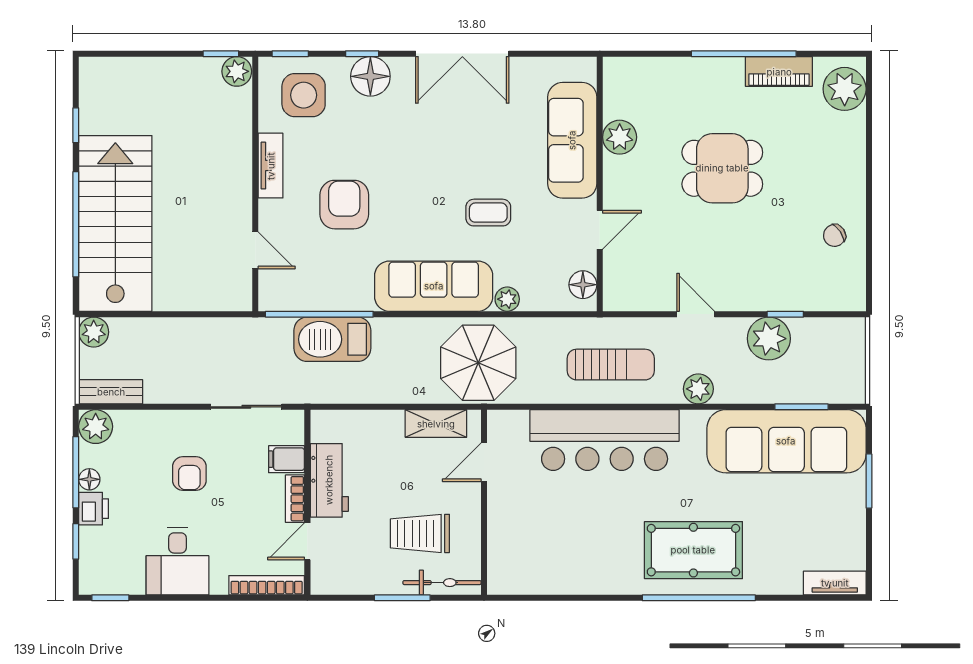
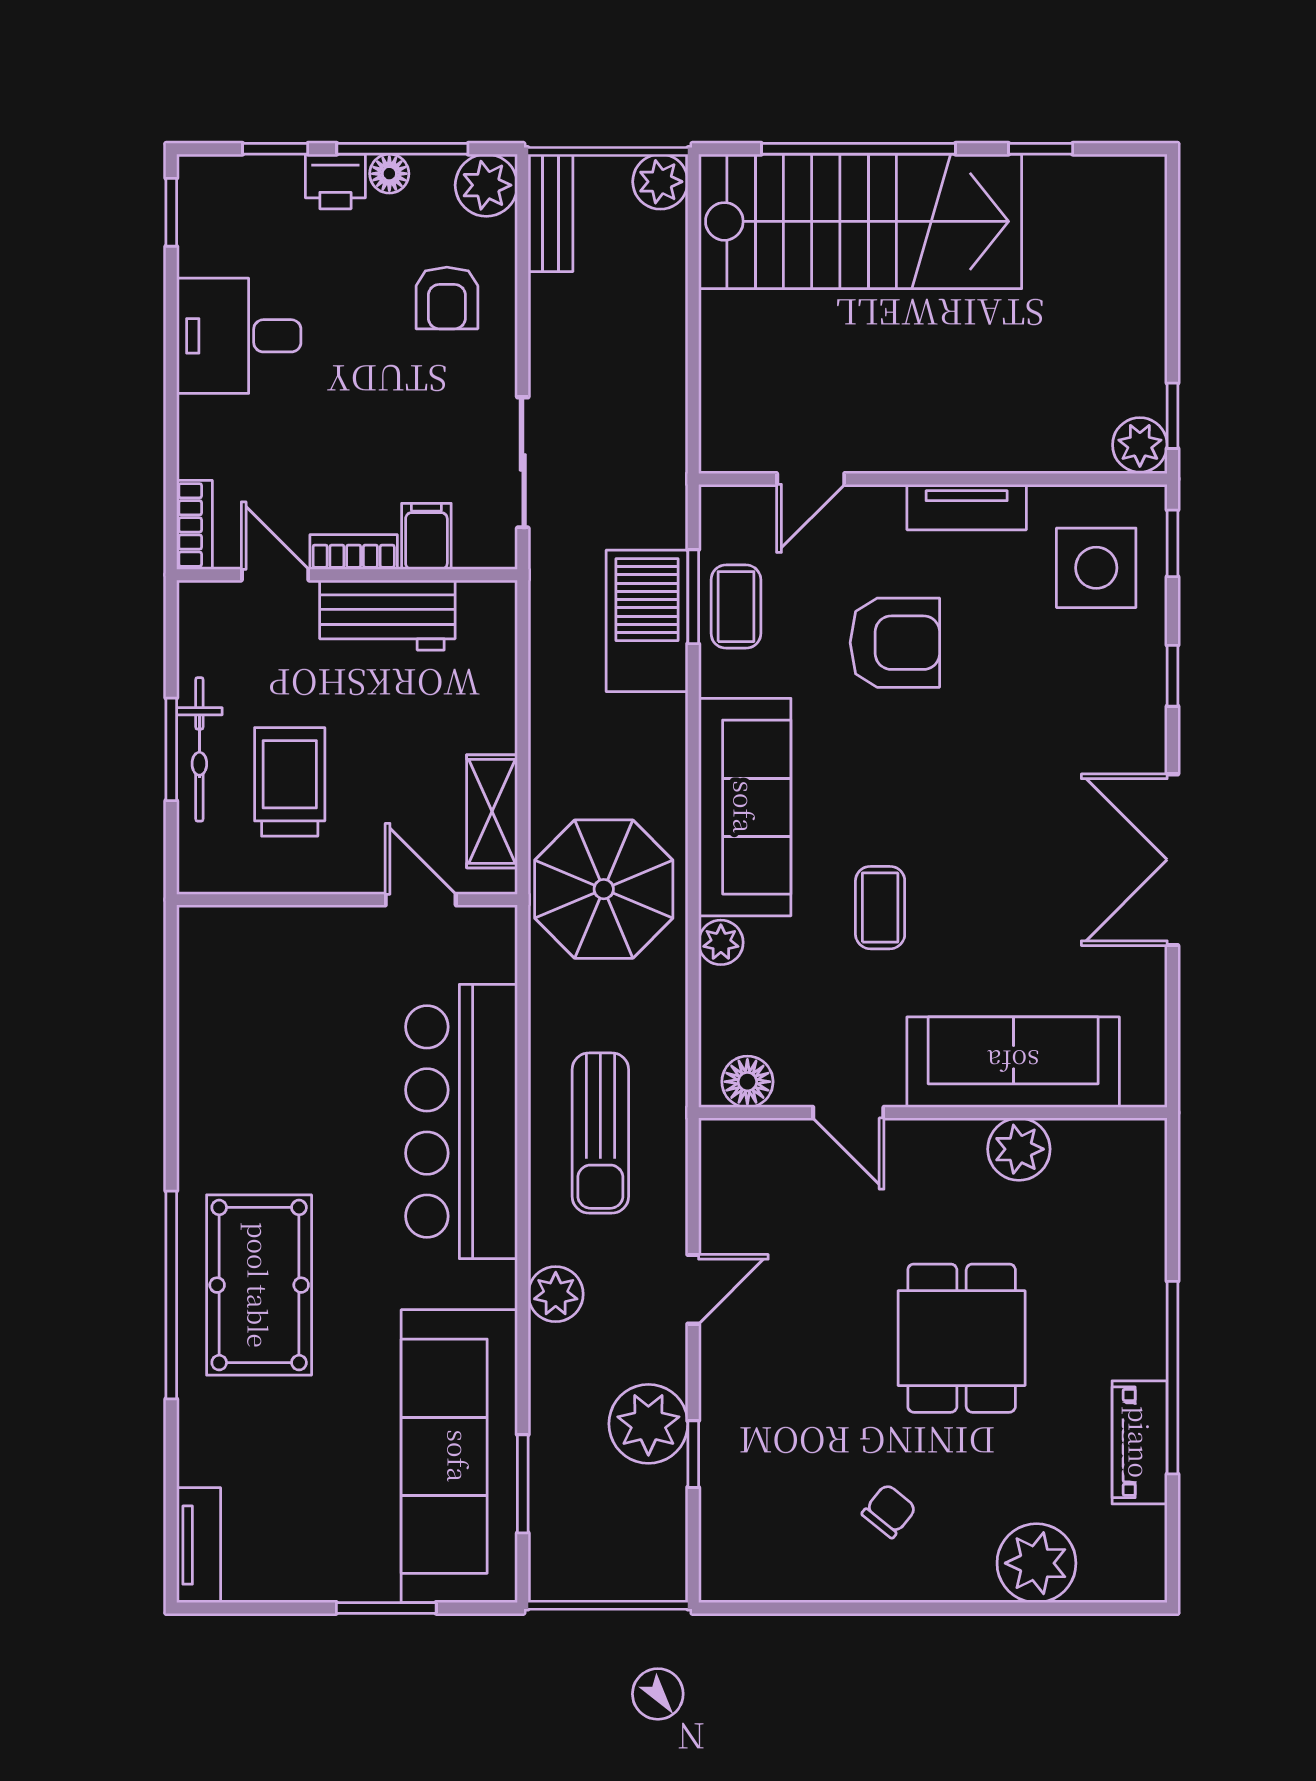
floor lamp: (370, 76) -> (1131, 691), removed
plant: (845, 89) -> (1036, 1563), moved
chair: (834, 235) -> (889, 1511), moved, turned 73
coffee table: (325, 291) -> (736, 607), added
window: (319, 314) -> (693, 597), width x0.47
armchair: (189, 474) -> (447, 298), moved, turned -90
bicycle: (442, 583) -> (199, 749), moved
bookcase: (267, 585) -> (194, 525), width x0.64

